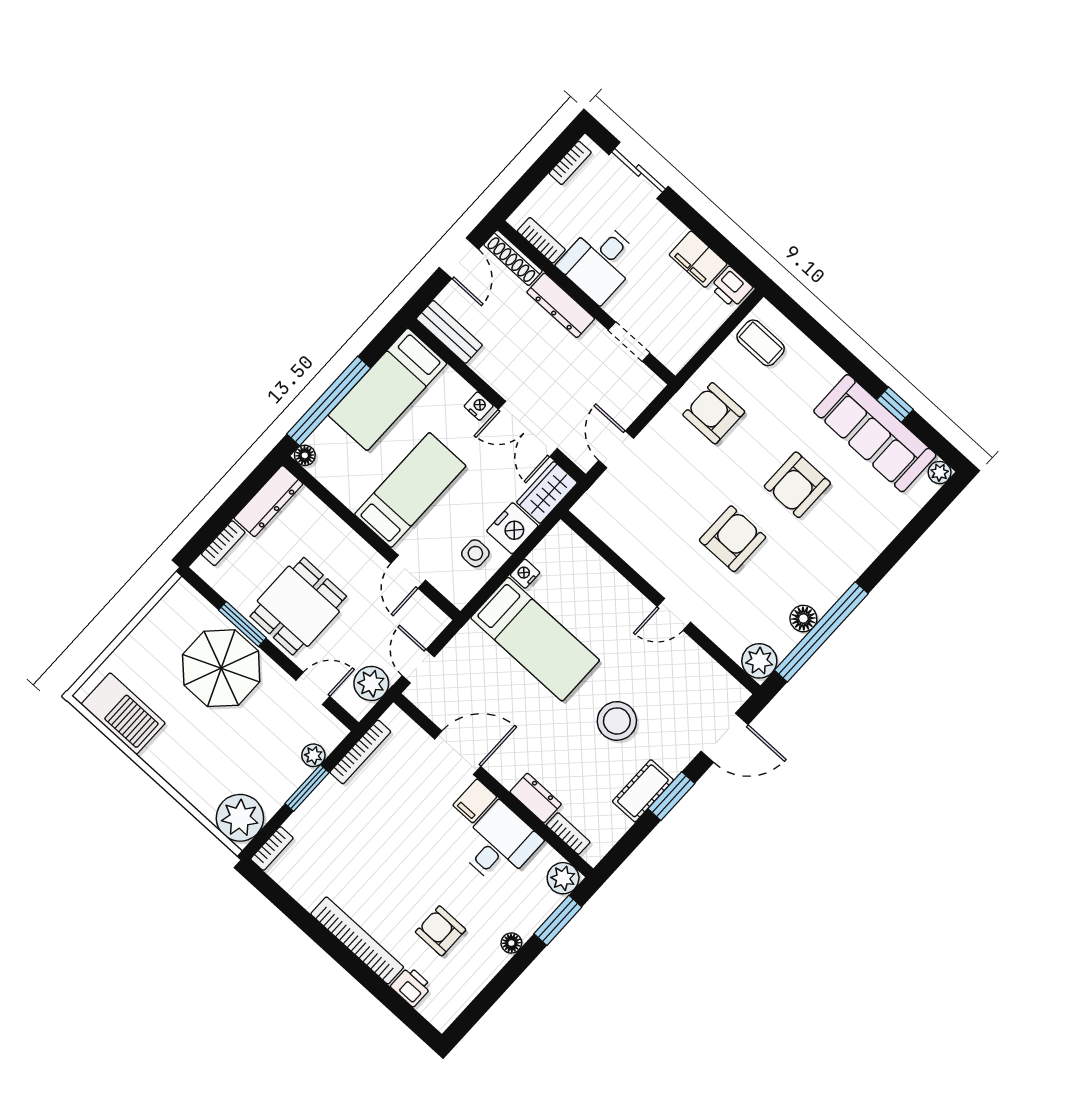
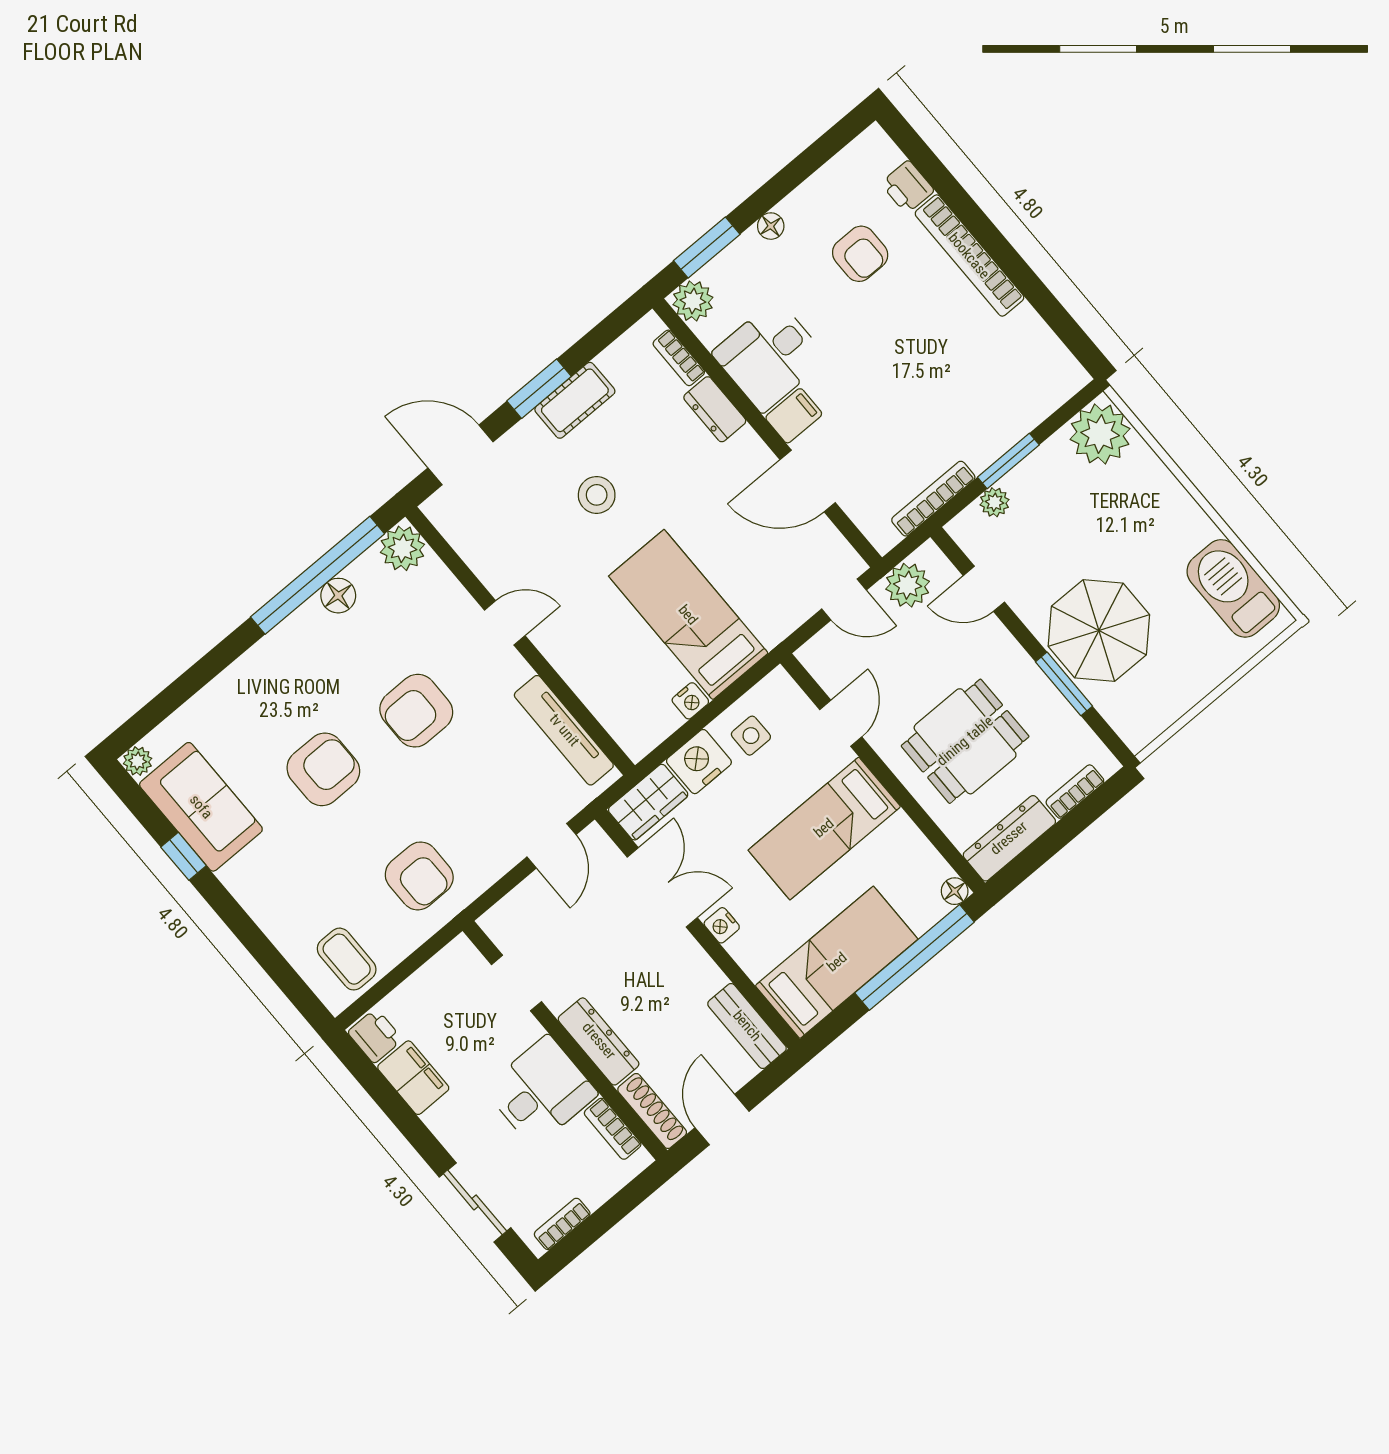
sofa: (875, 433) -> (201, 807), width x0.73
tv unit: (618, 539) -> (564, 730), added
dining table: (298, 606) -> (965, 741), moved
door: (418, 666) -> (844, 599), hinge flipped
stool: (617, 721) -> (597, 495), width x0.73, depth x0.73
bookcase: (272, 848) -> (1064, 389), removed

